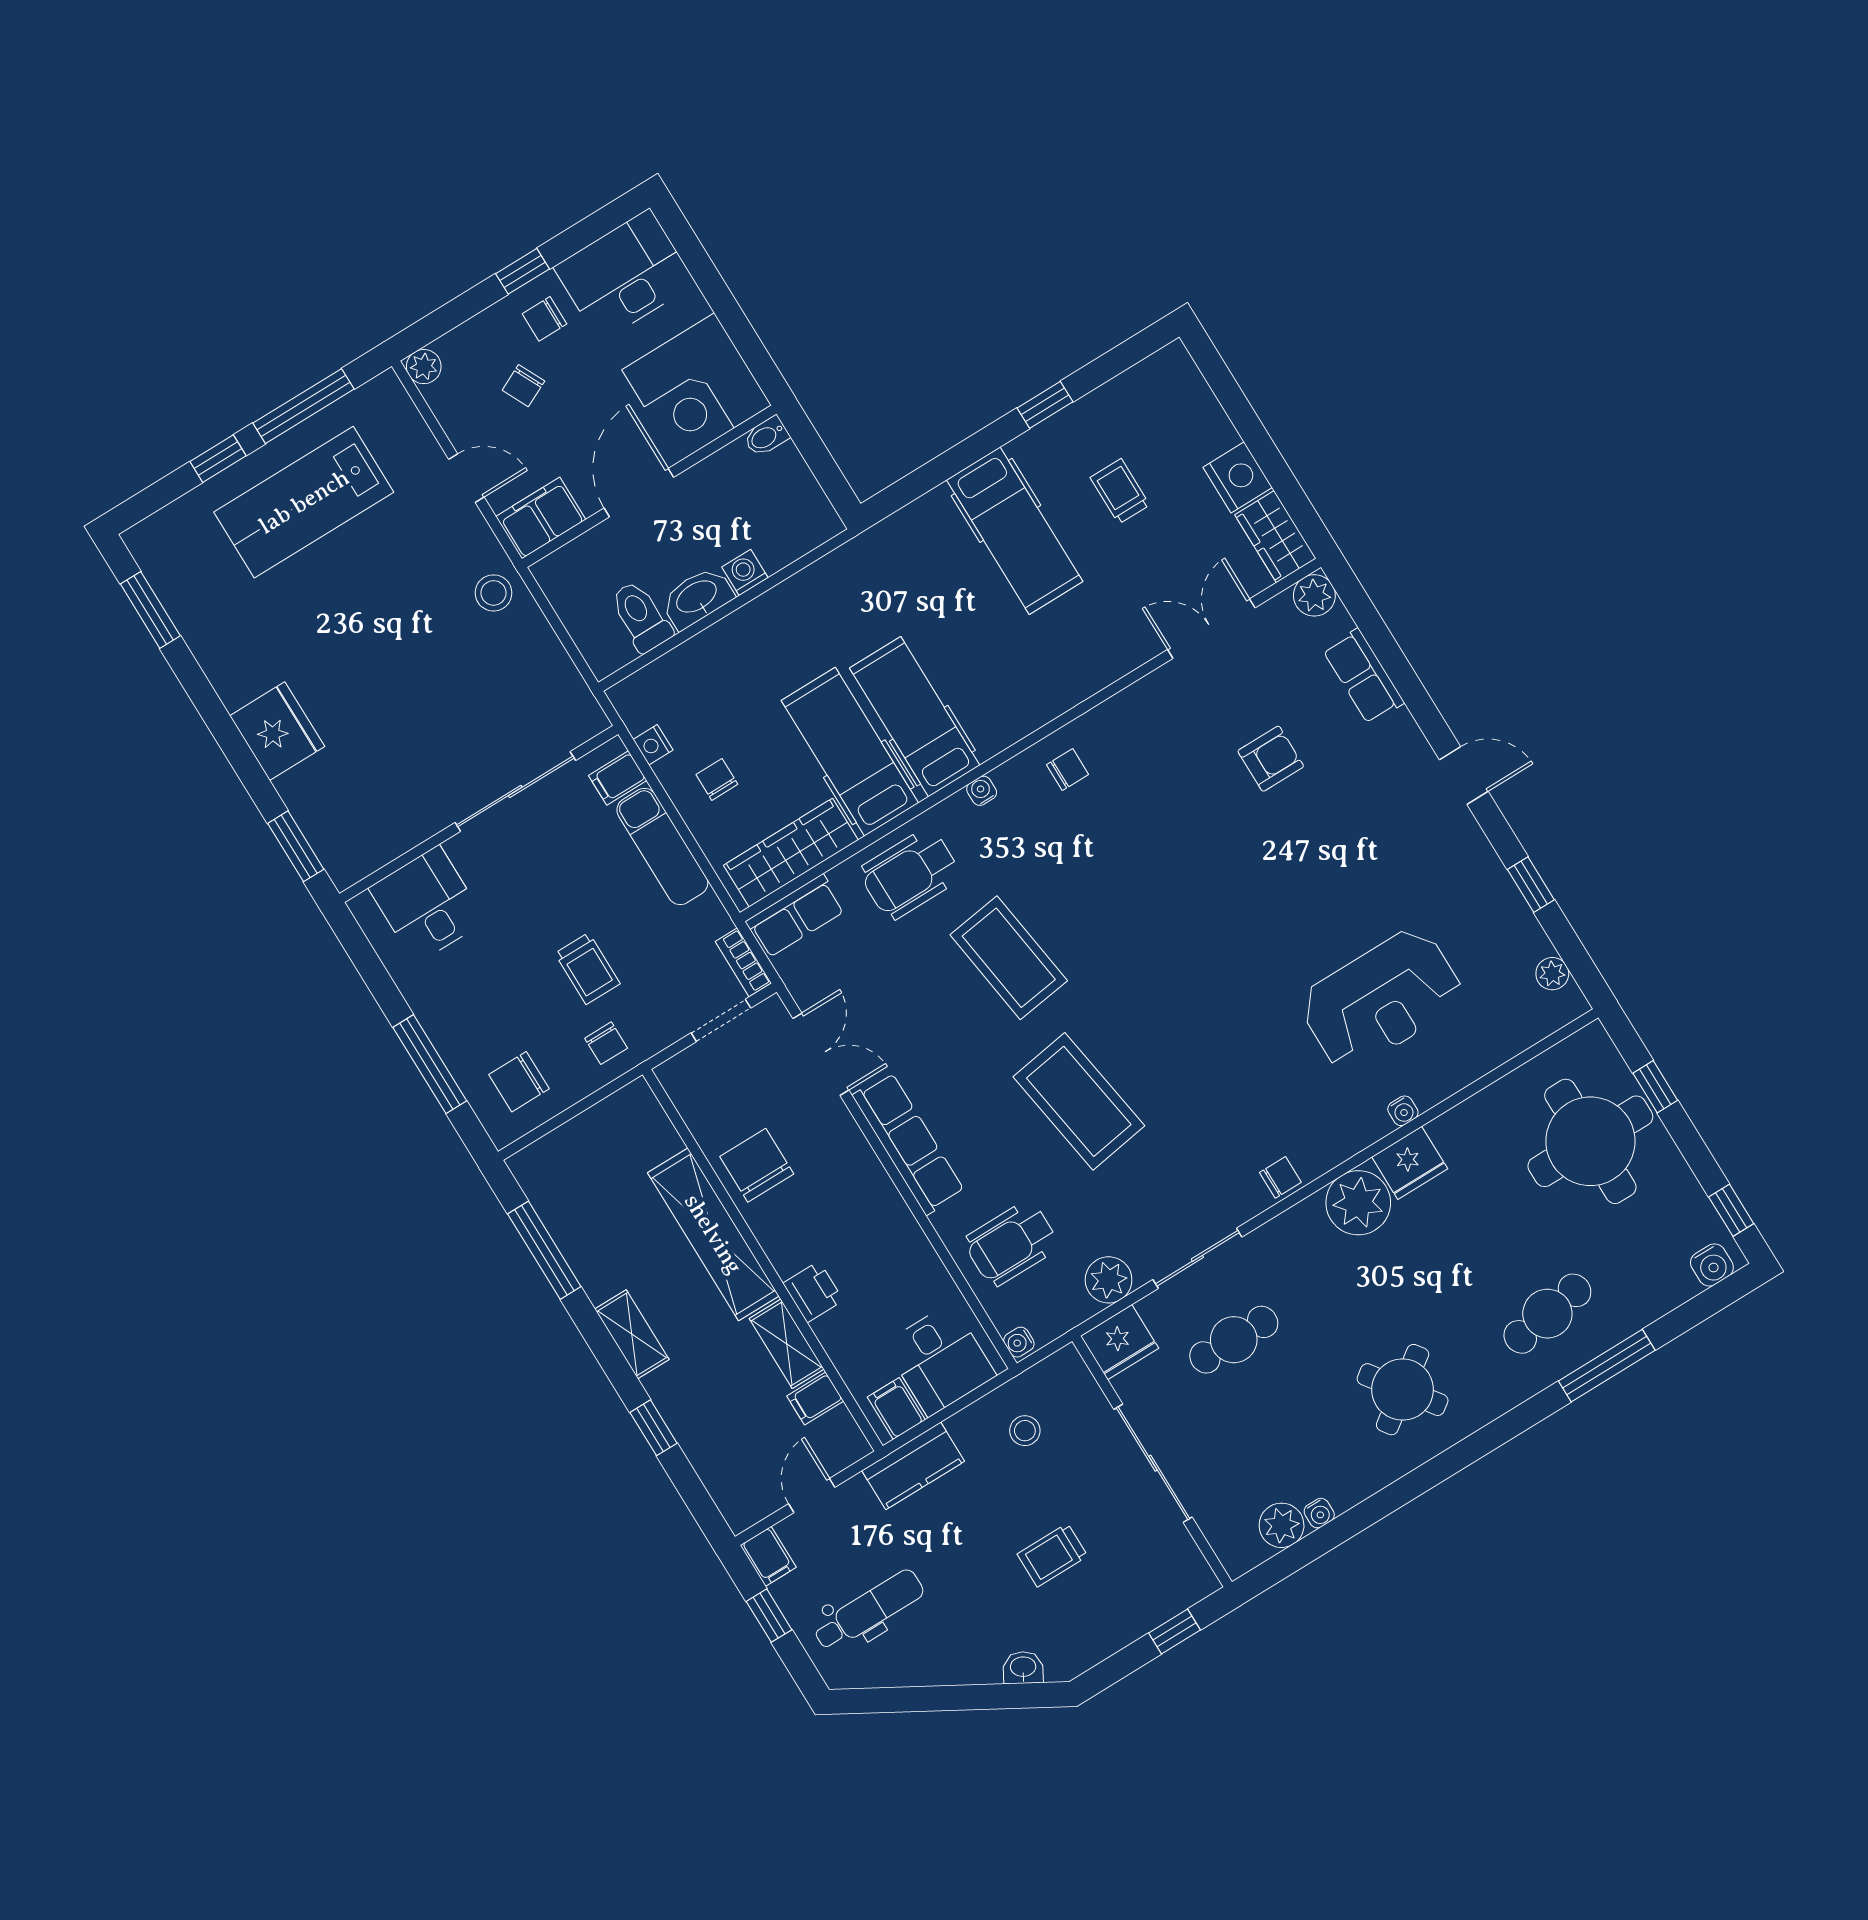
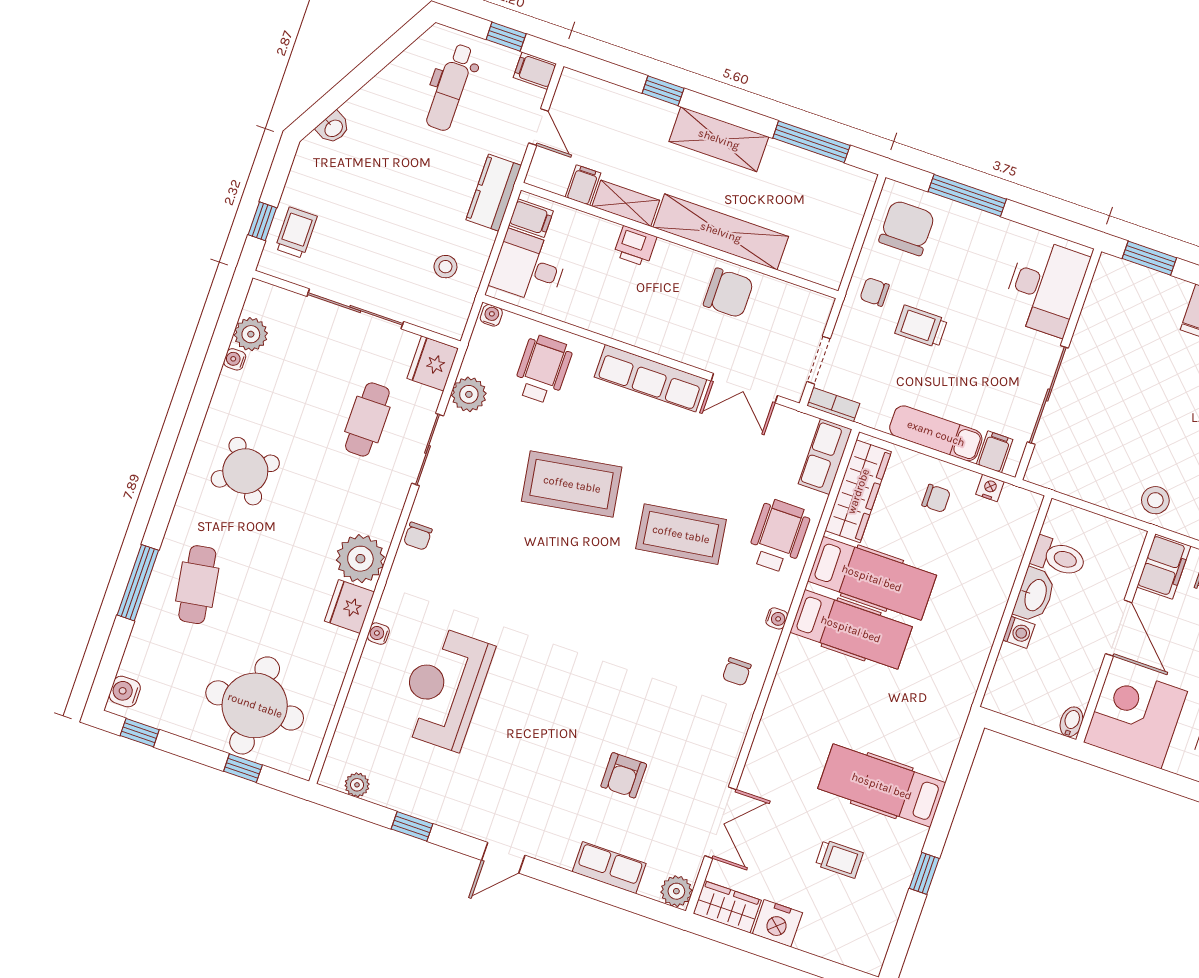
desk: (427, 905) -> (1045, 287), width x1.37
chair: (519, 1082) -> (907, 228), width x1.37, depth x1.37
shelving: (632, 1334) -> (719, 139), width x1.50, depth x1.33
trolley: (1052, 1555) -> (296, 233), moved

